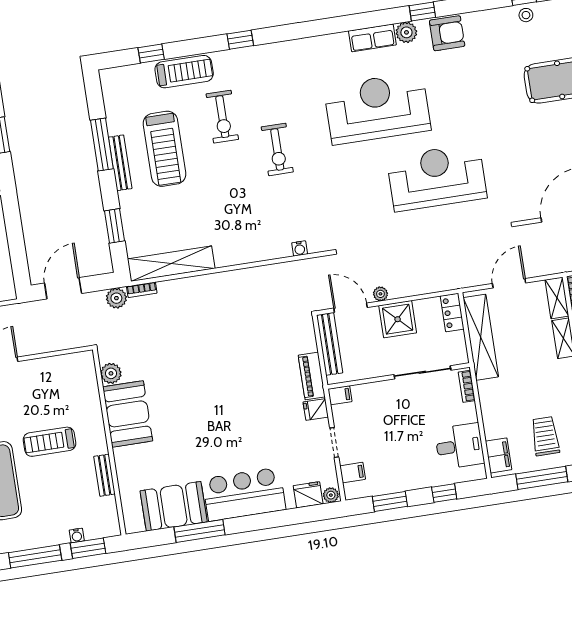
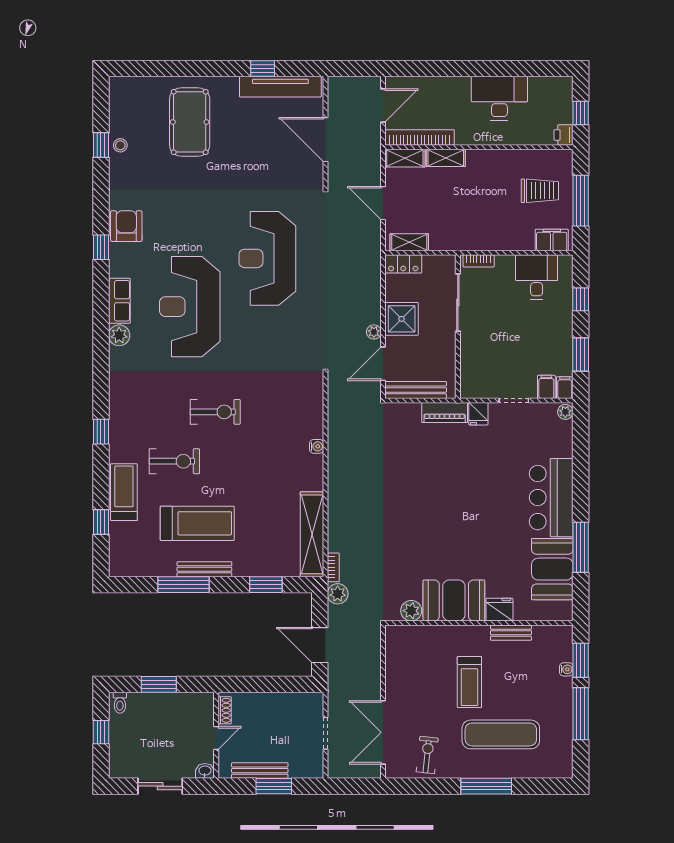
plant: (406, 32) -> (119, 335), moved
water cooler: (300, 248) -> (317, 446), moved
shelving: (481, 337) -> (409, 242), width x0.45, depth x0.75
filing cabinet: (340, 395) -> (565, 388), moved
trolley: (545, 436) -> (540, 191), turned 180
fridge: (308, 495) -> (499, 610), moved, turned 90

